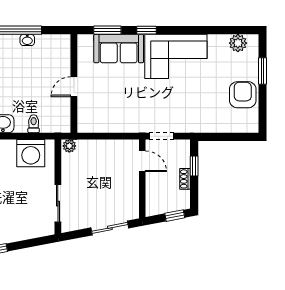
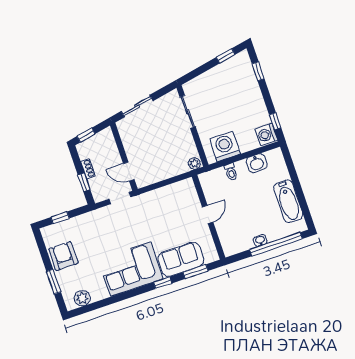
armchair: (243, 95) -> (63, 256), turned 180
window: (232, 137) -> (60, 218), added

